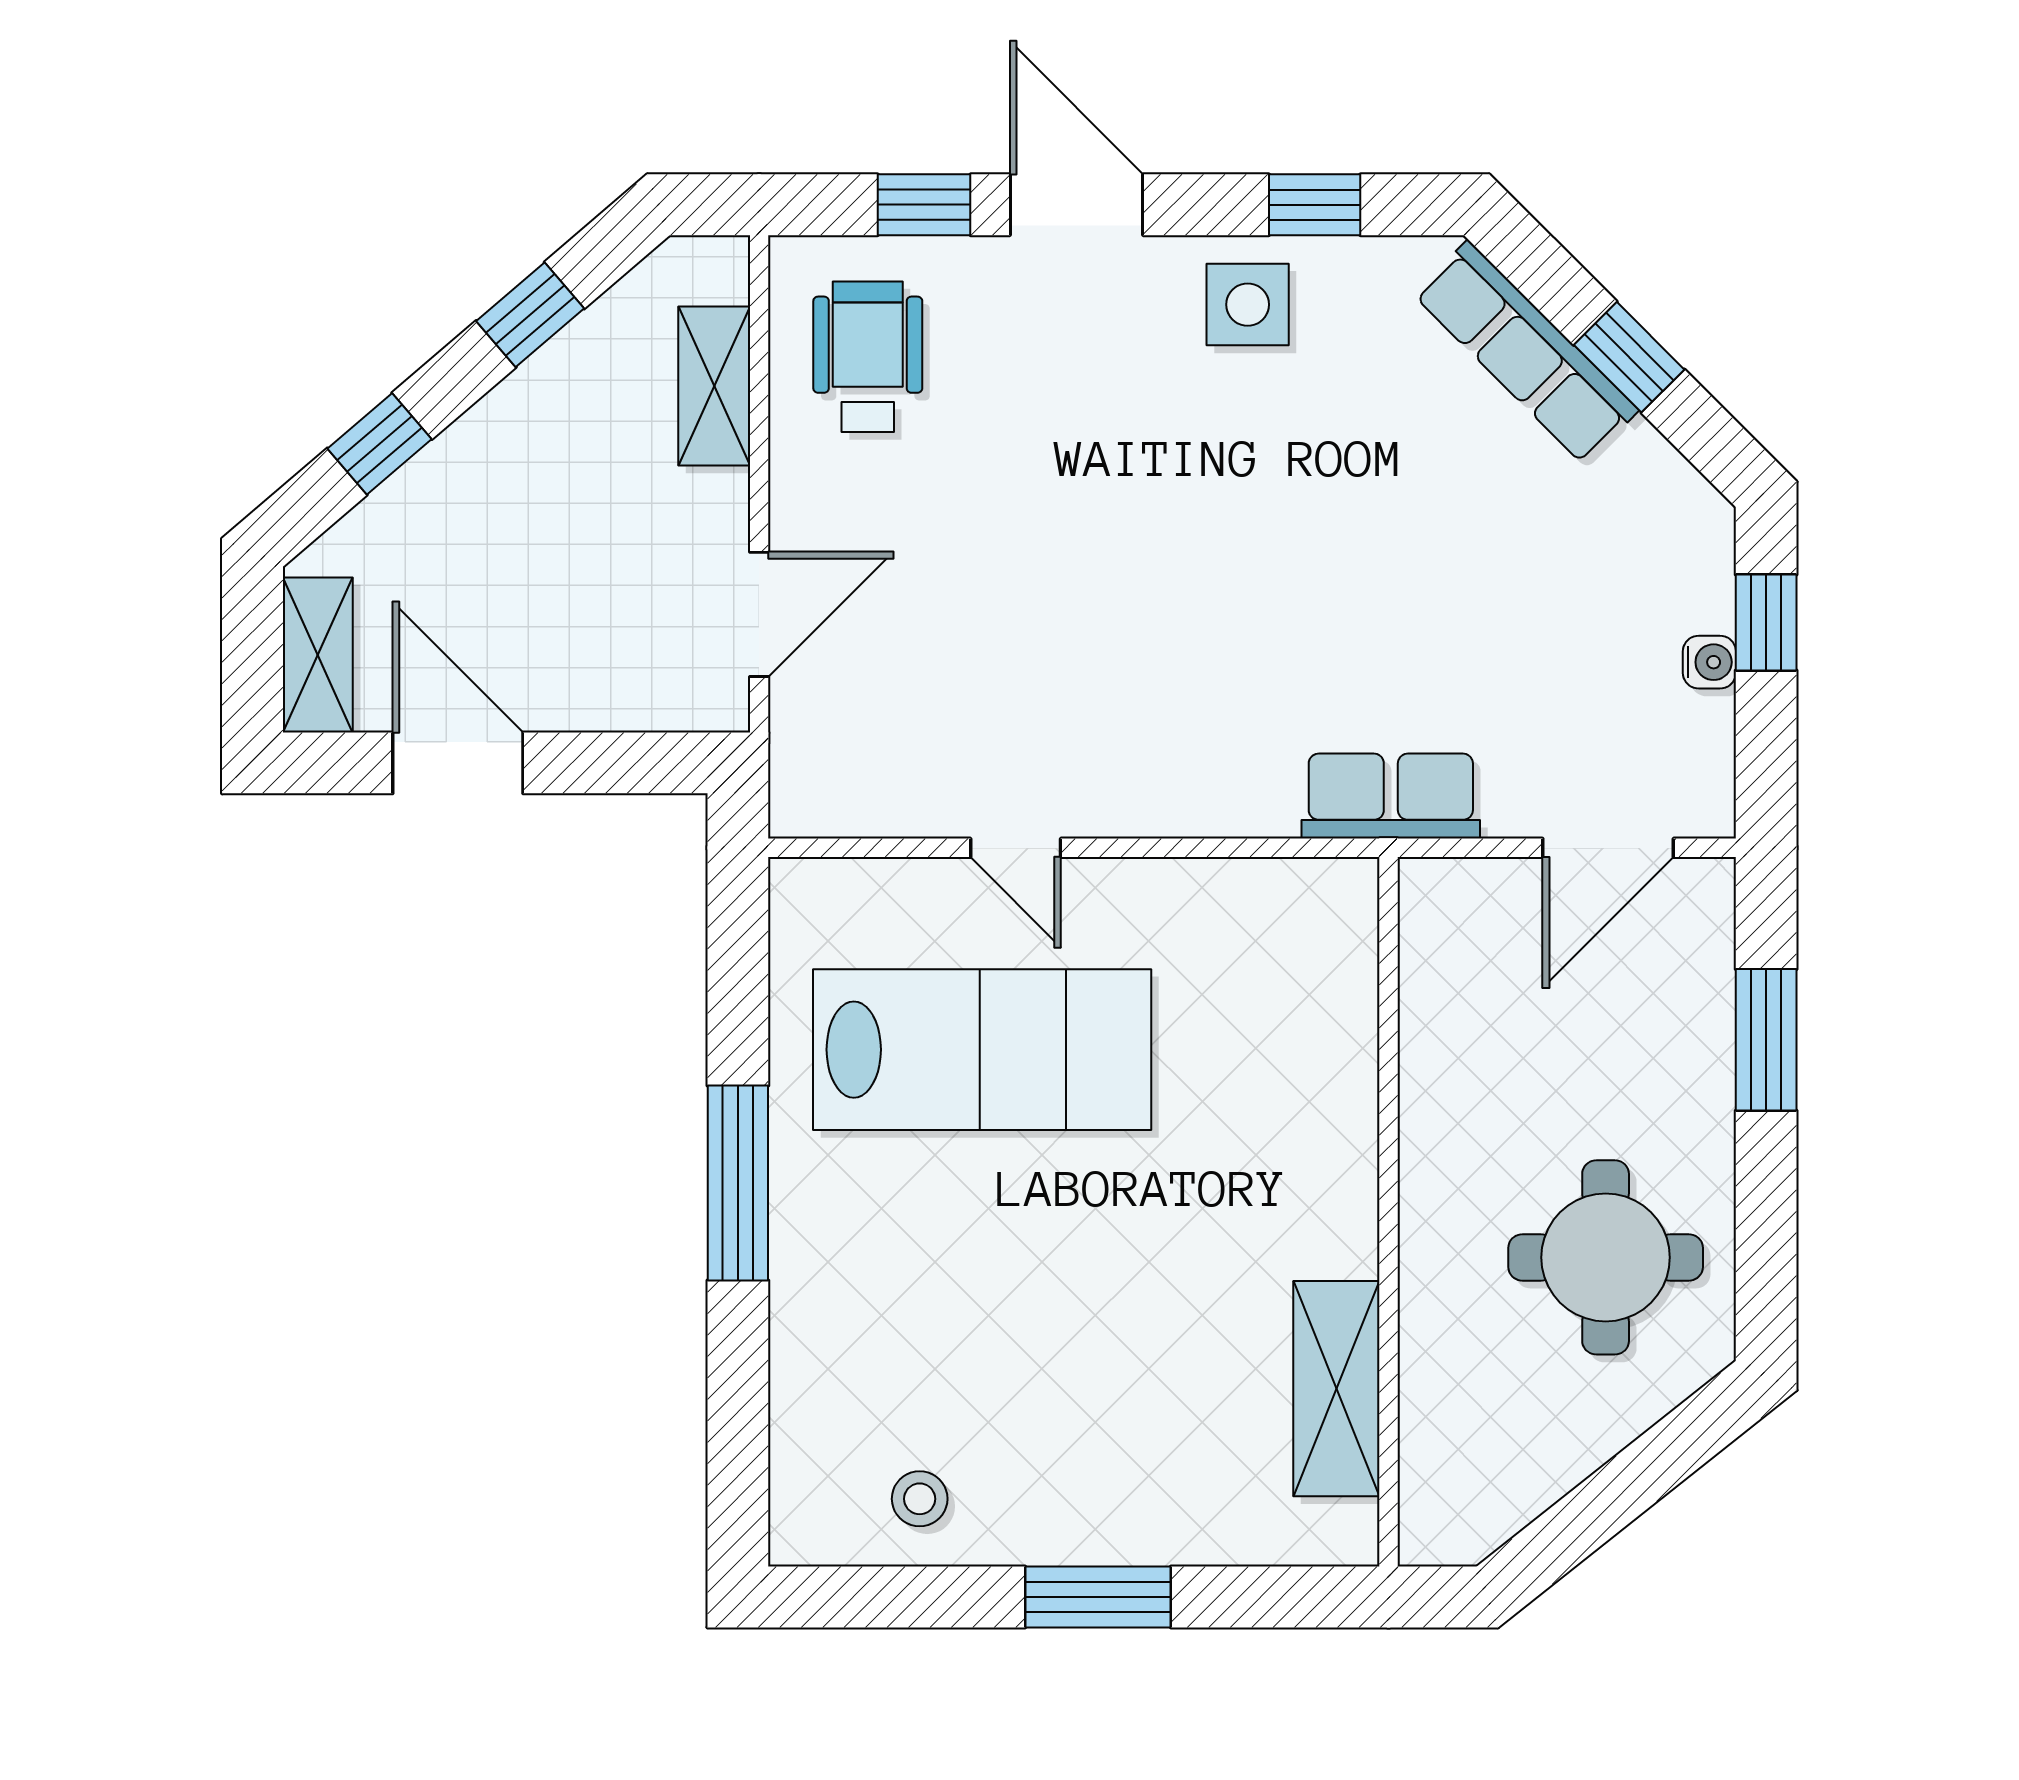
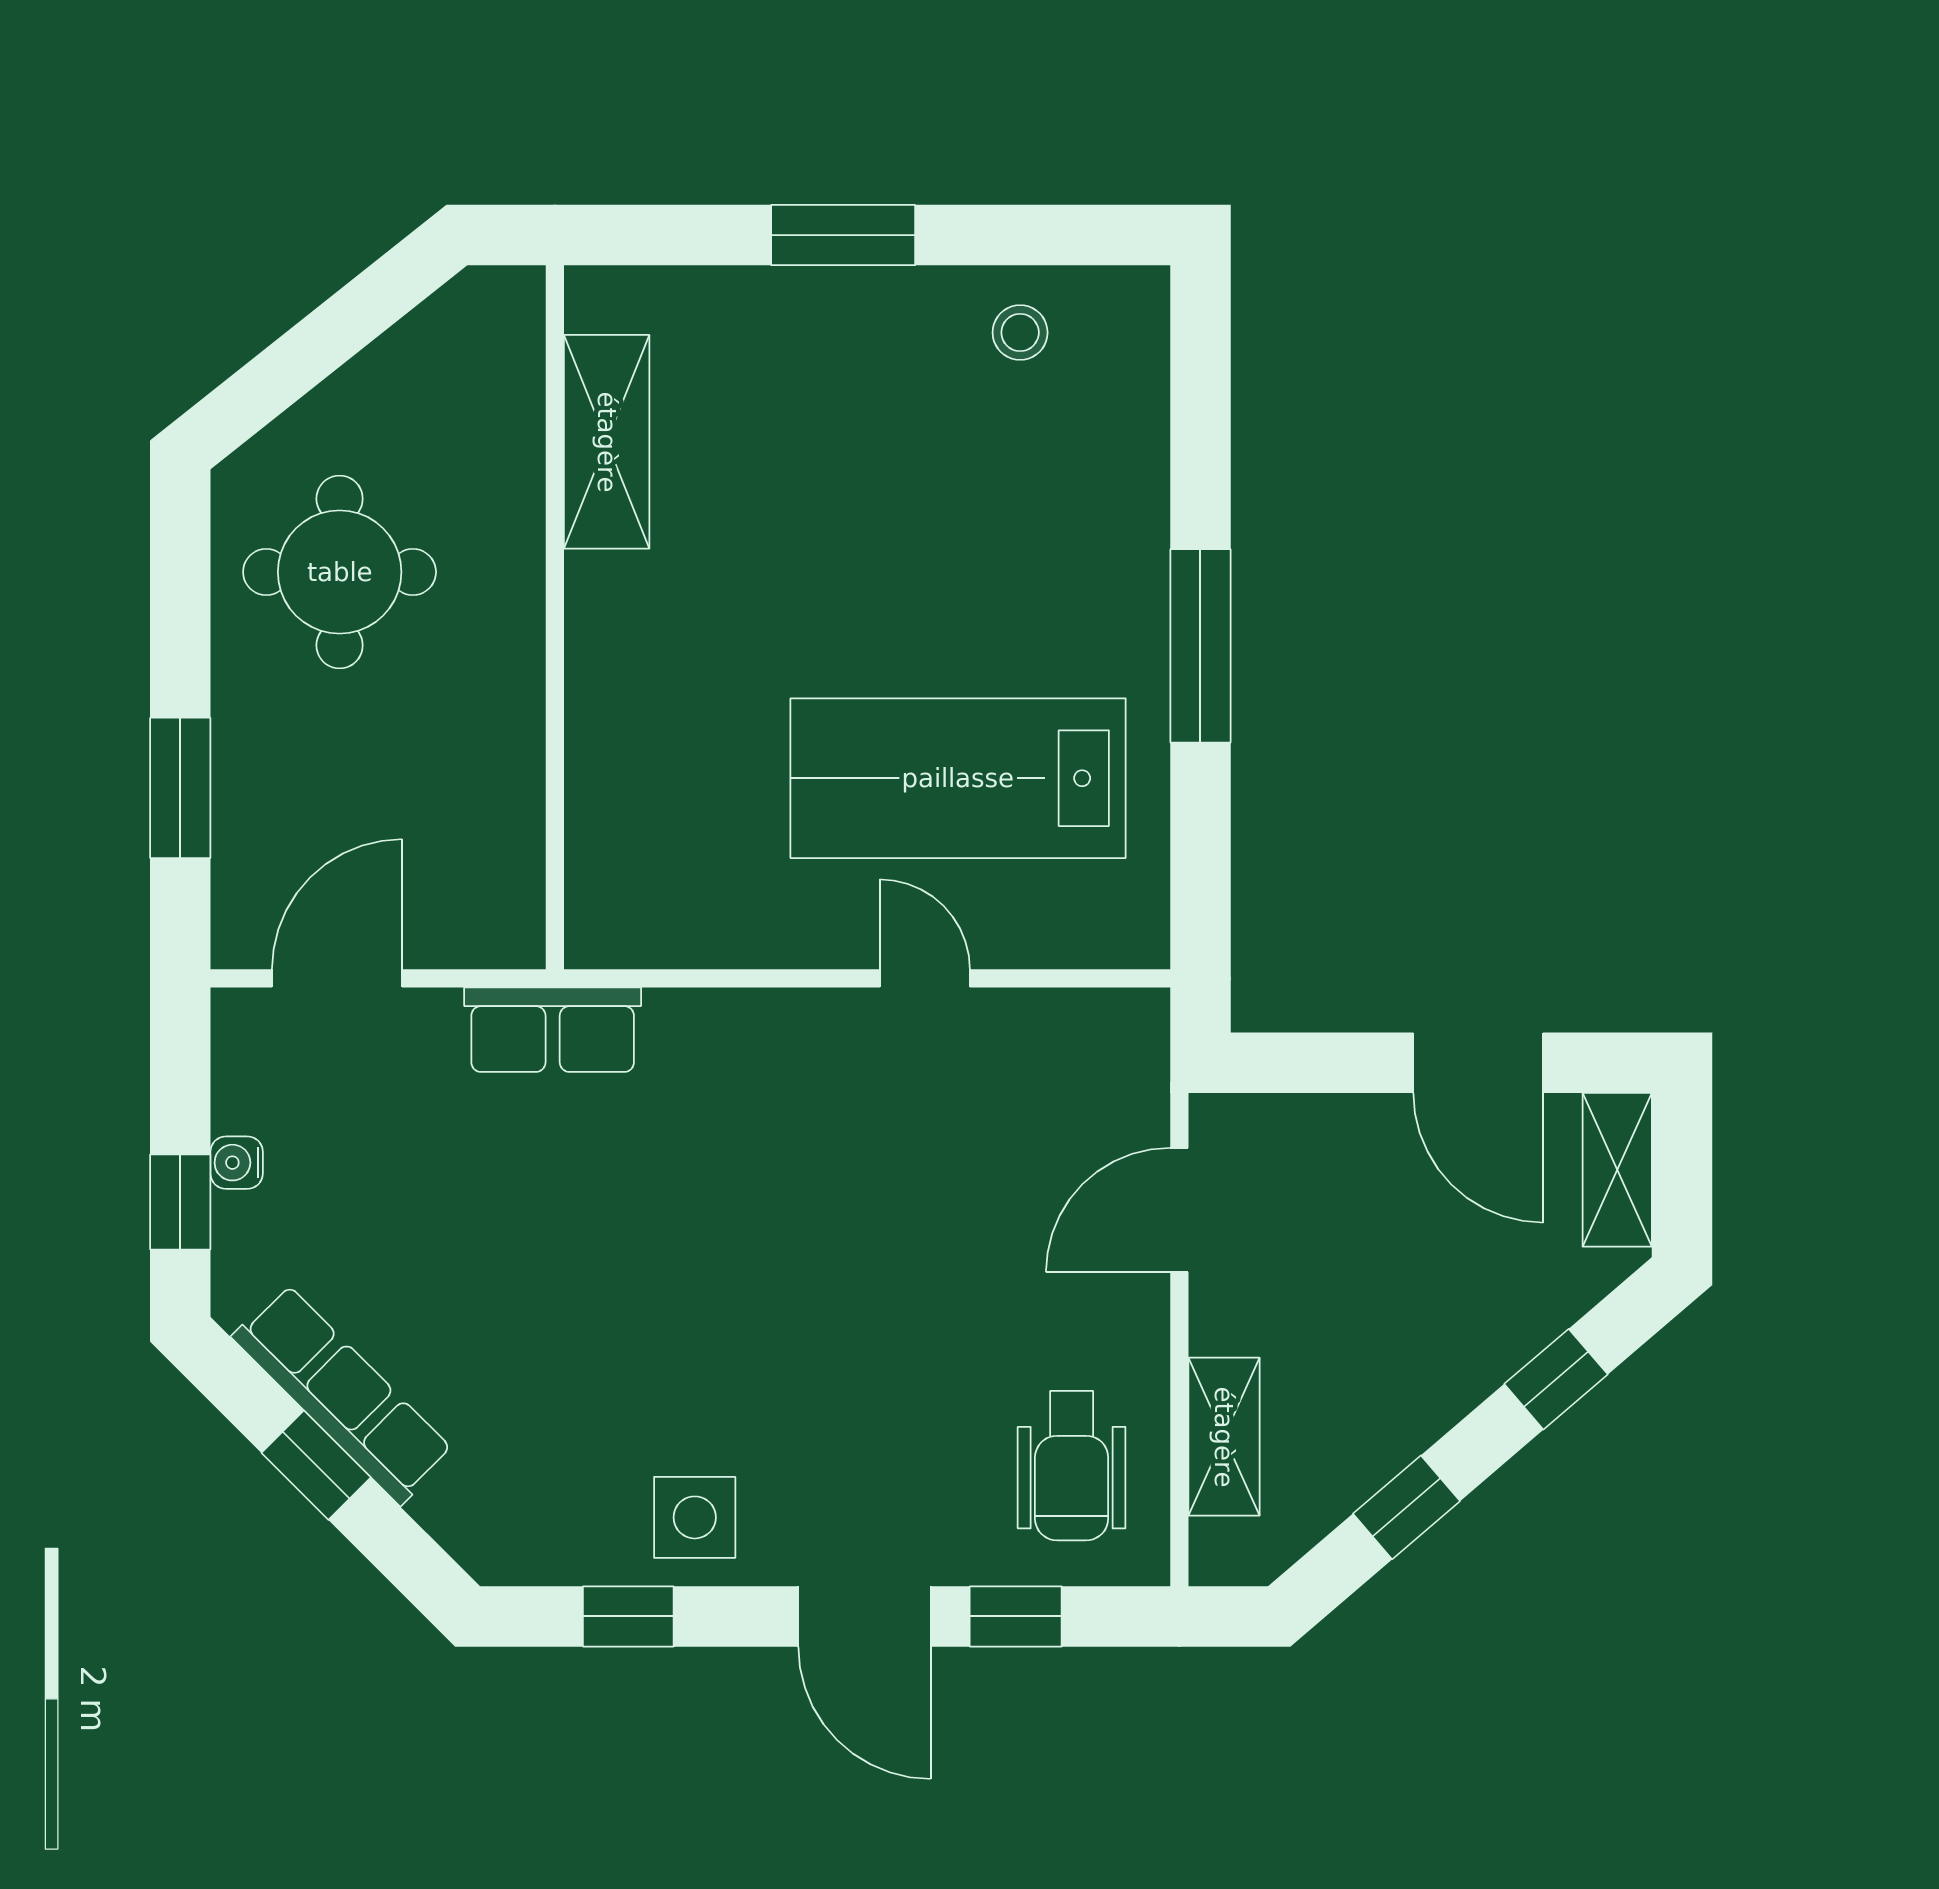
row of seats: (1526, 352) -> (343, 1394), moved

